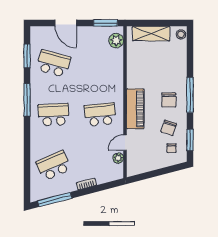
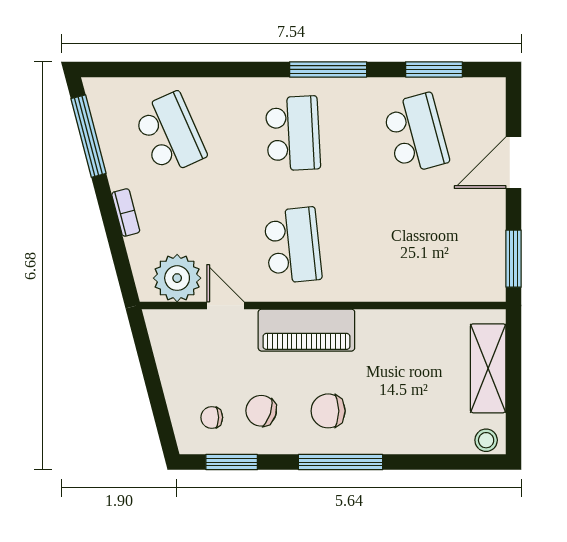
plant: (116, 41) -> (471, 284), removed
school desk: (54, 64) -> (416, 133), turned -30
plant: (118, 158) -> (177, 278), width x1.88, depth x1.88

